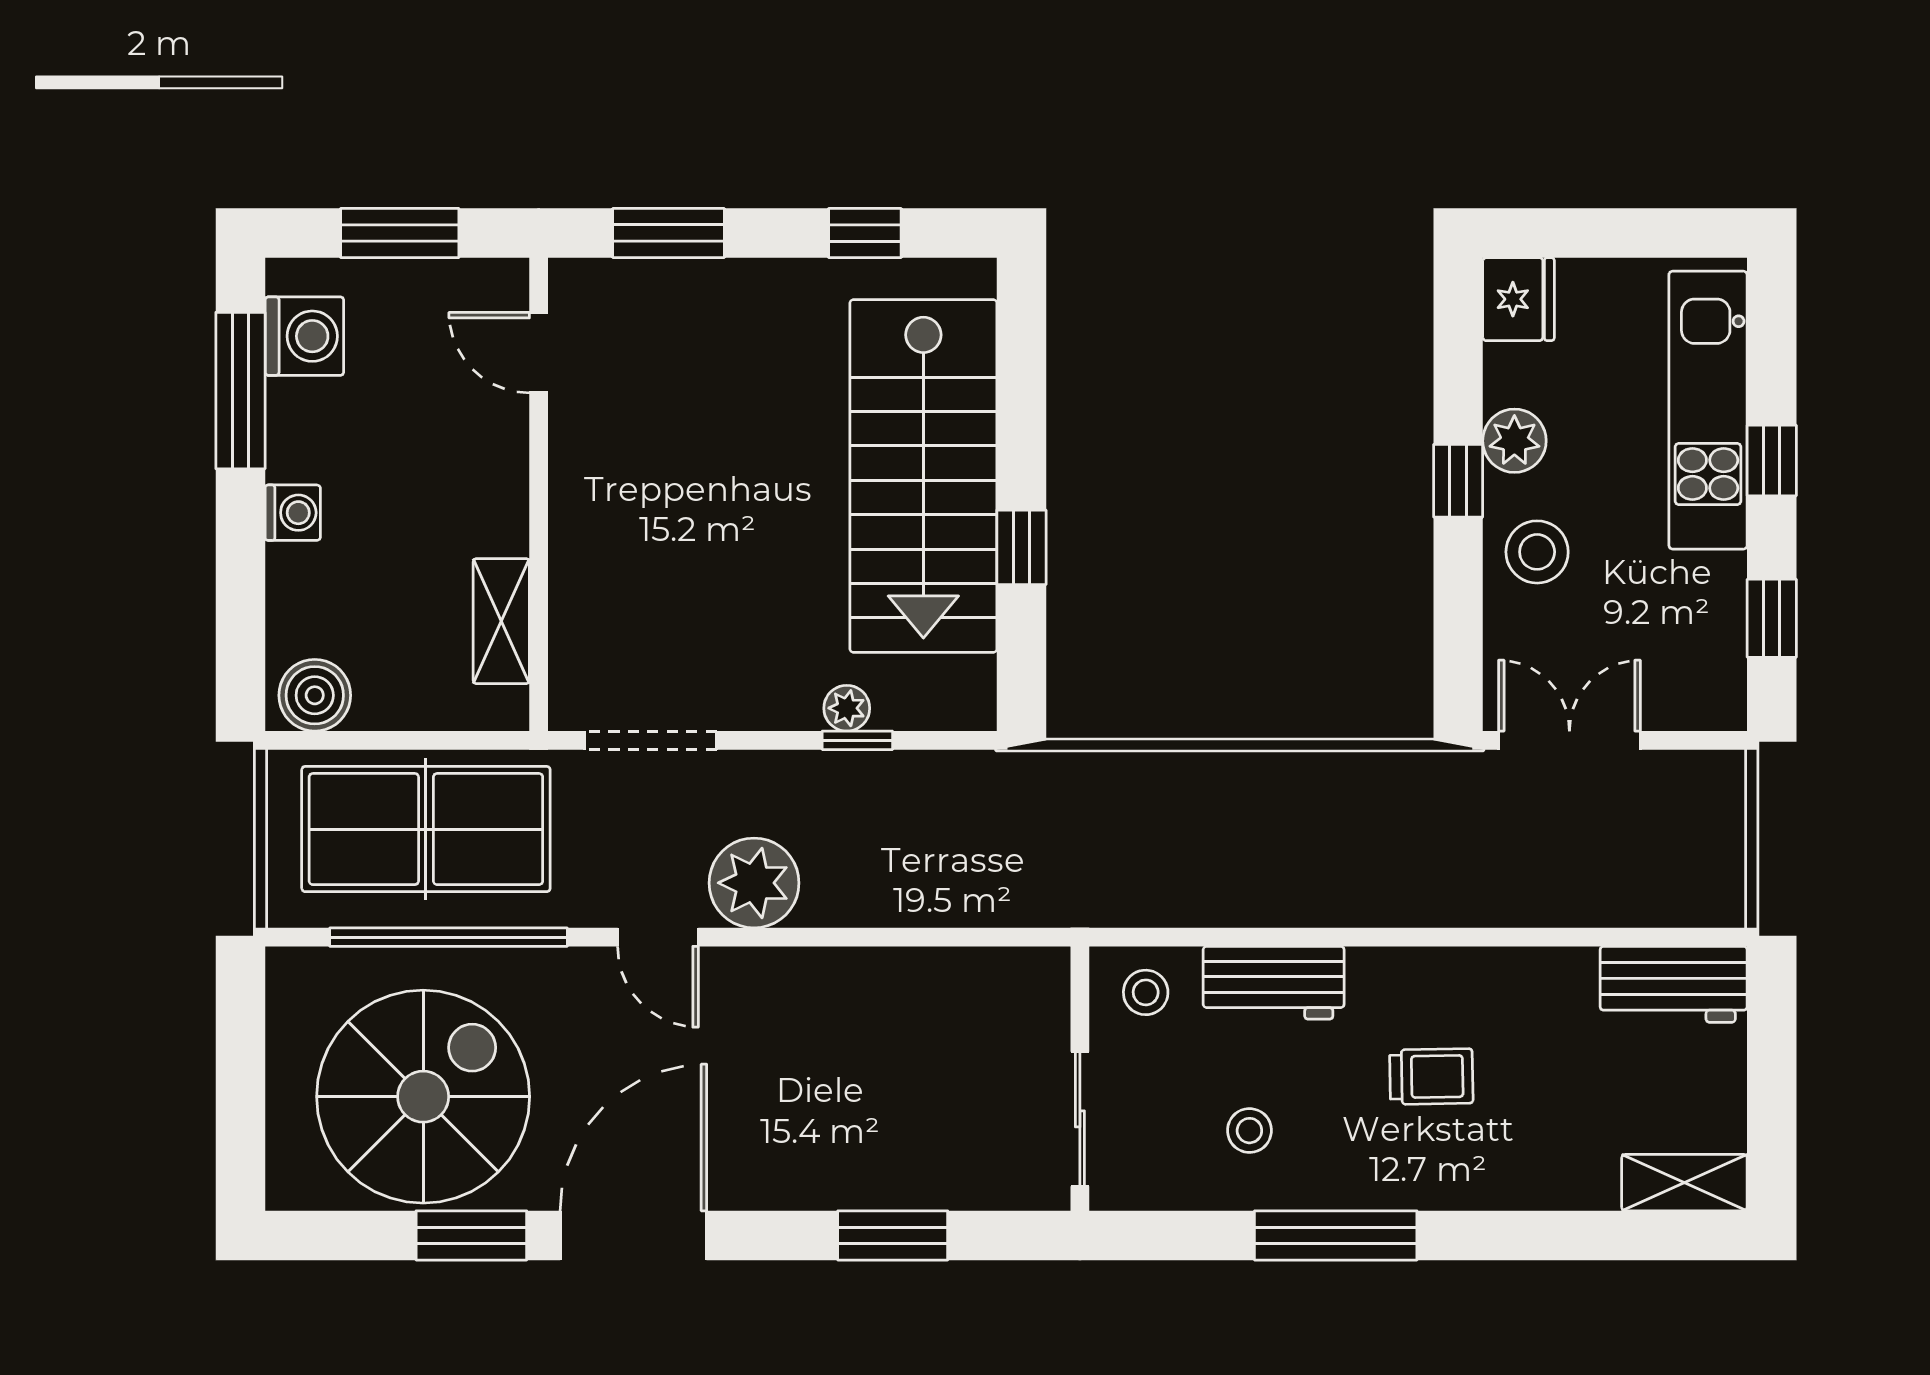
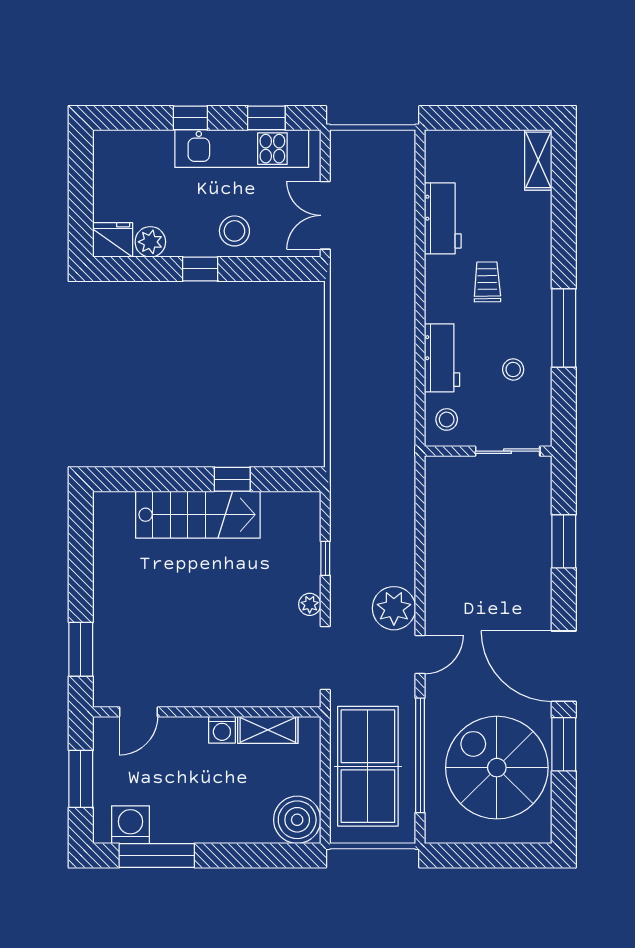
window: (865, 233) -> (81, 555), removed
kitchen unit: (1708, 410) -> (242, 149), moved
plant: (1514, 441) -> (150, 242), moved
stairs: (923, 476) -> (198, 515), width x0.73, depth x0.66
washing machine: (293, 513) -> (222, 730), moved, turned 180
boiler: (315, 695) -> (297, 820), width x1.37, depth x1.37
plant: (847, 708) -> (310, 604), moved
workbench: (1674, 984) -> (443, 218), moved

